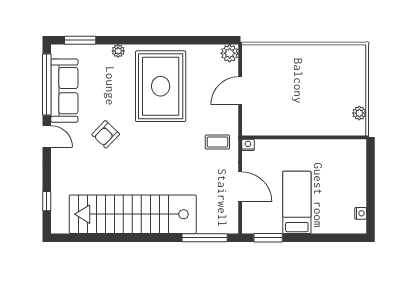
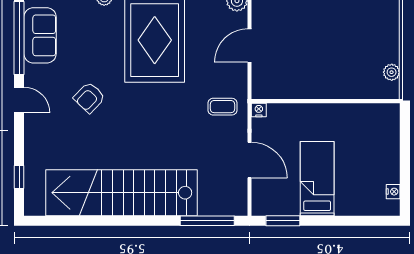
sofa: (64, 91) -> (40, 35), width x0.73

